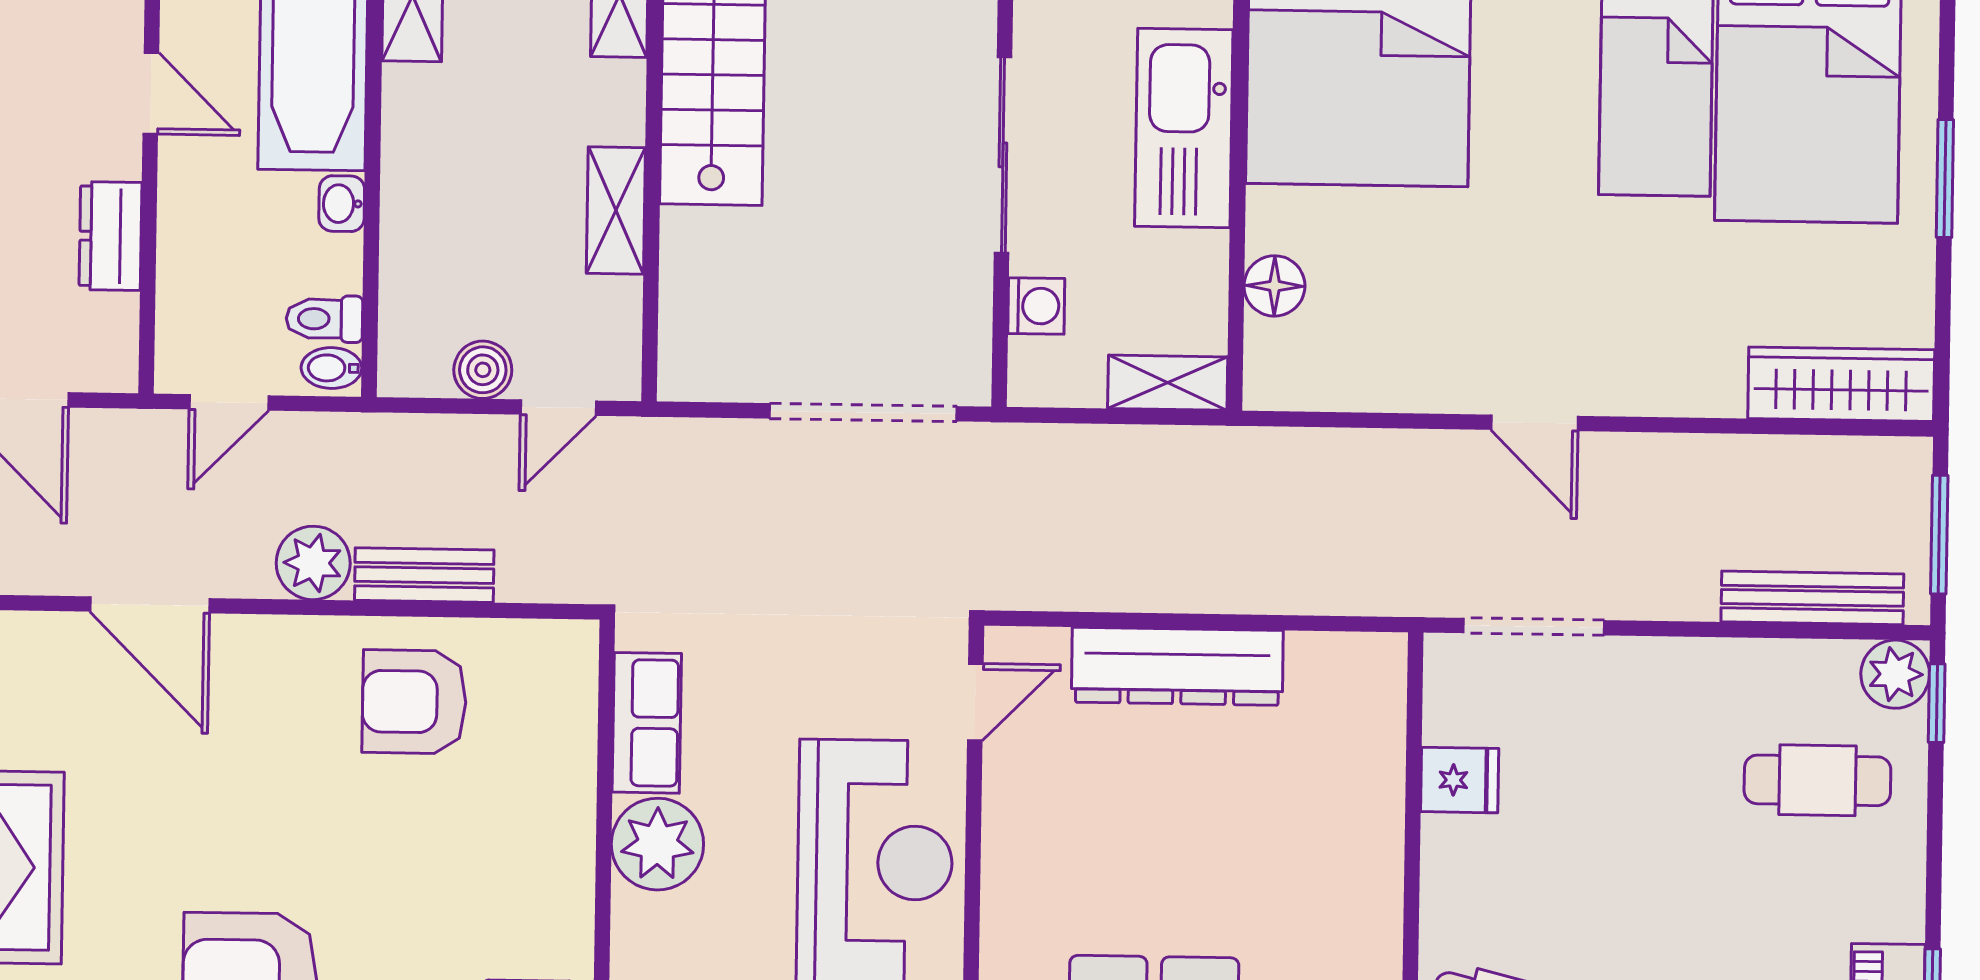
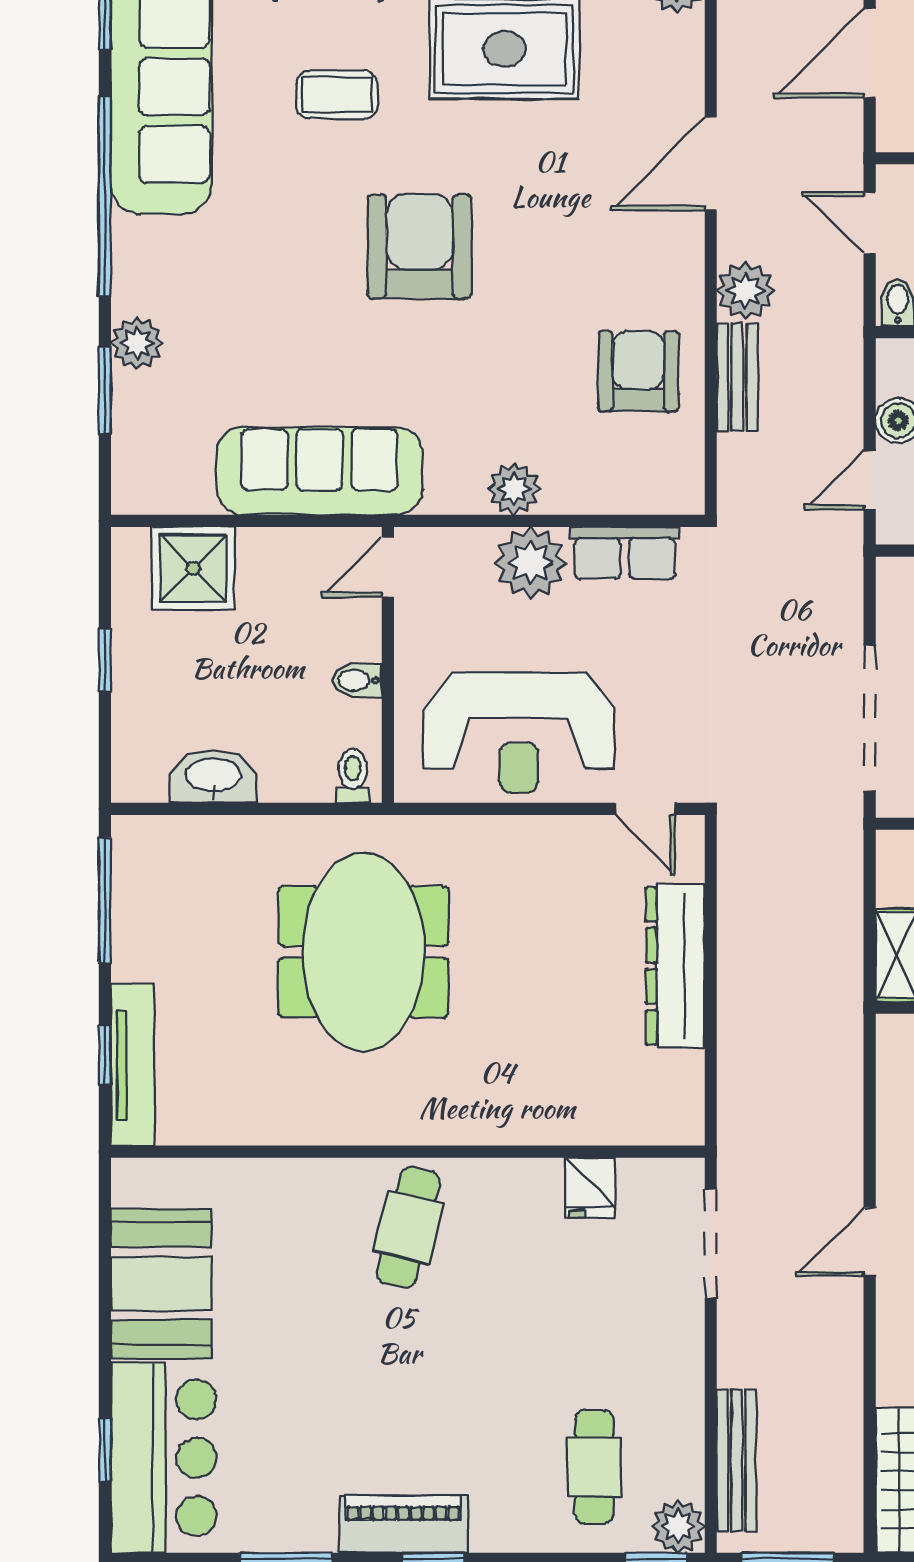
door: (558, 408) -> (870, 480), hinge flipped
plant: (563, 864) -> (514, 489), added

